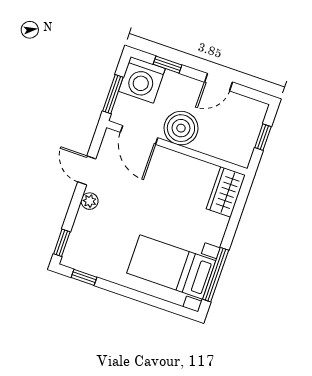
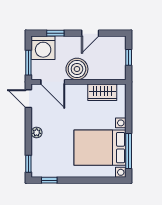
door: (87, 170) -> (28, 99), moved
wardrobe: (226, 192) -> (102, 92), moved, turned -90
bed with nightstands: (171, 267) -> (100, 148), width x1.36

